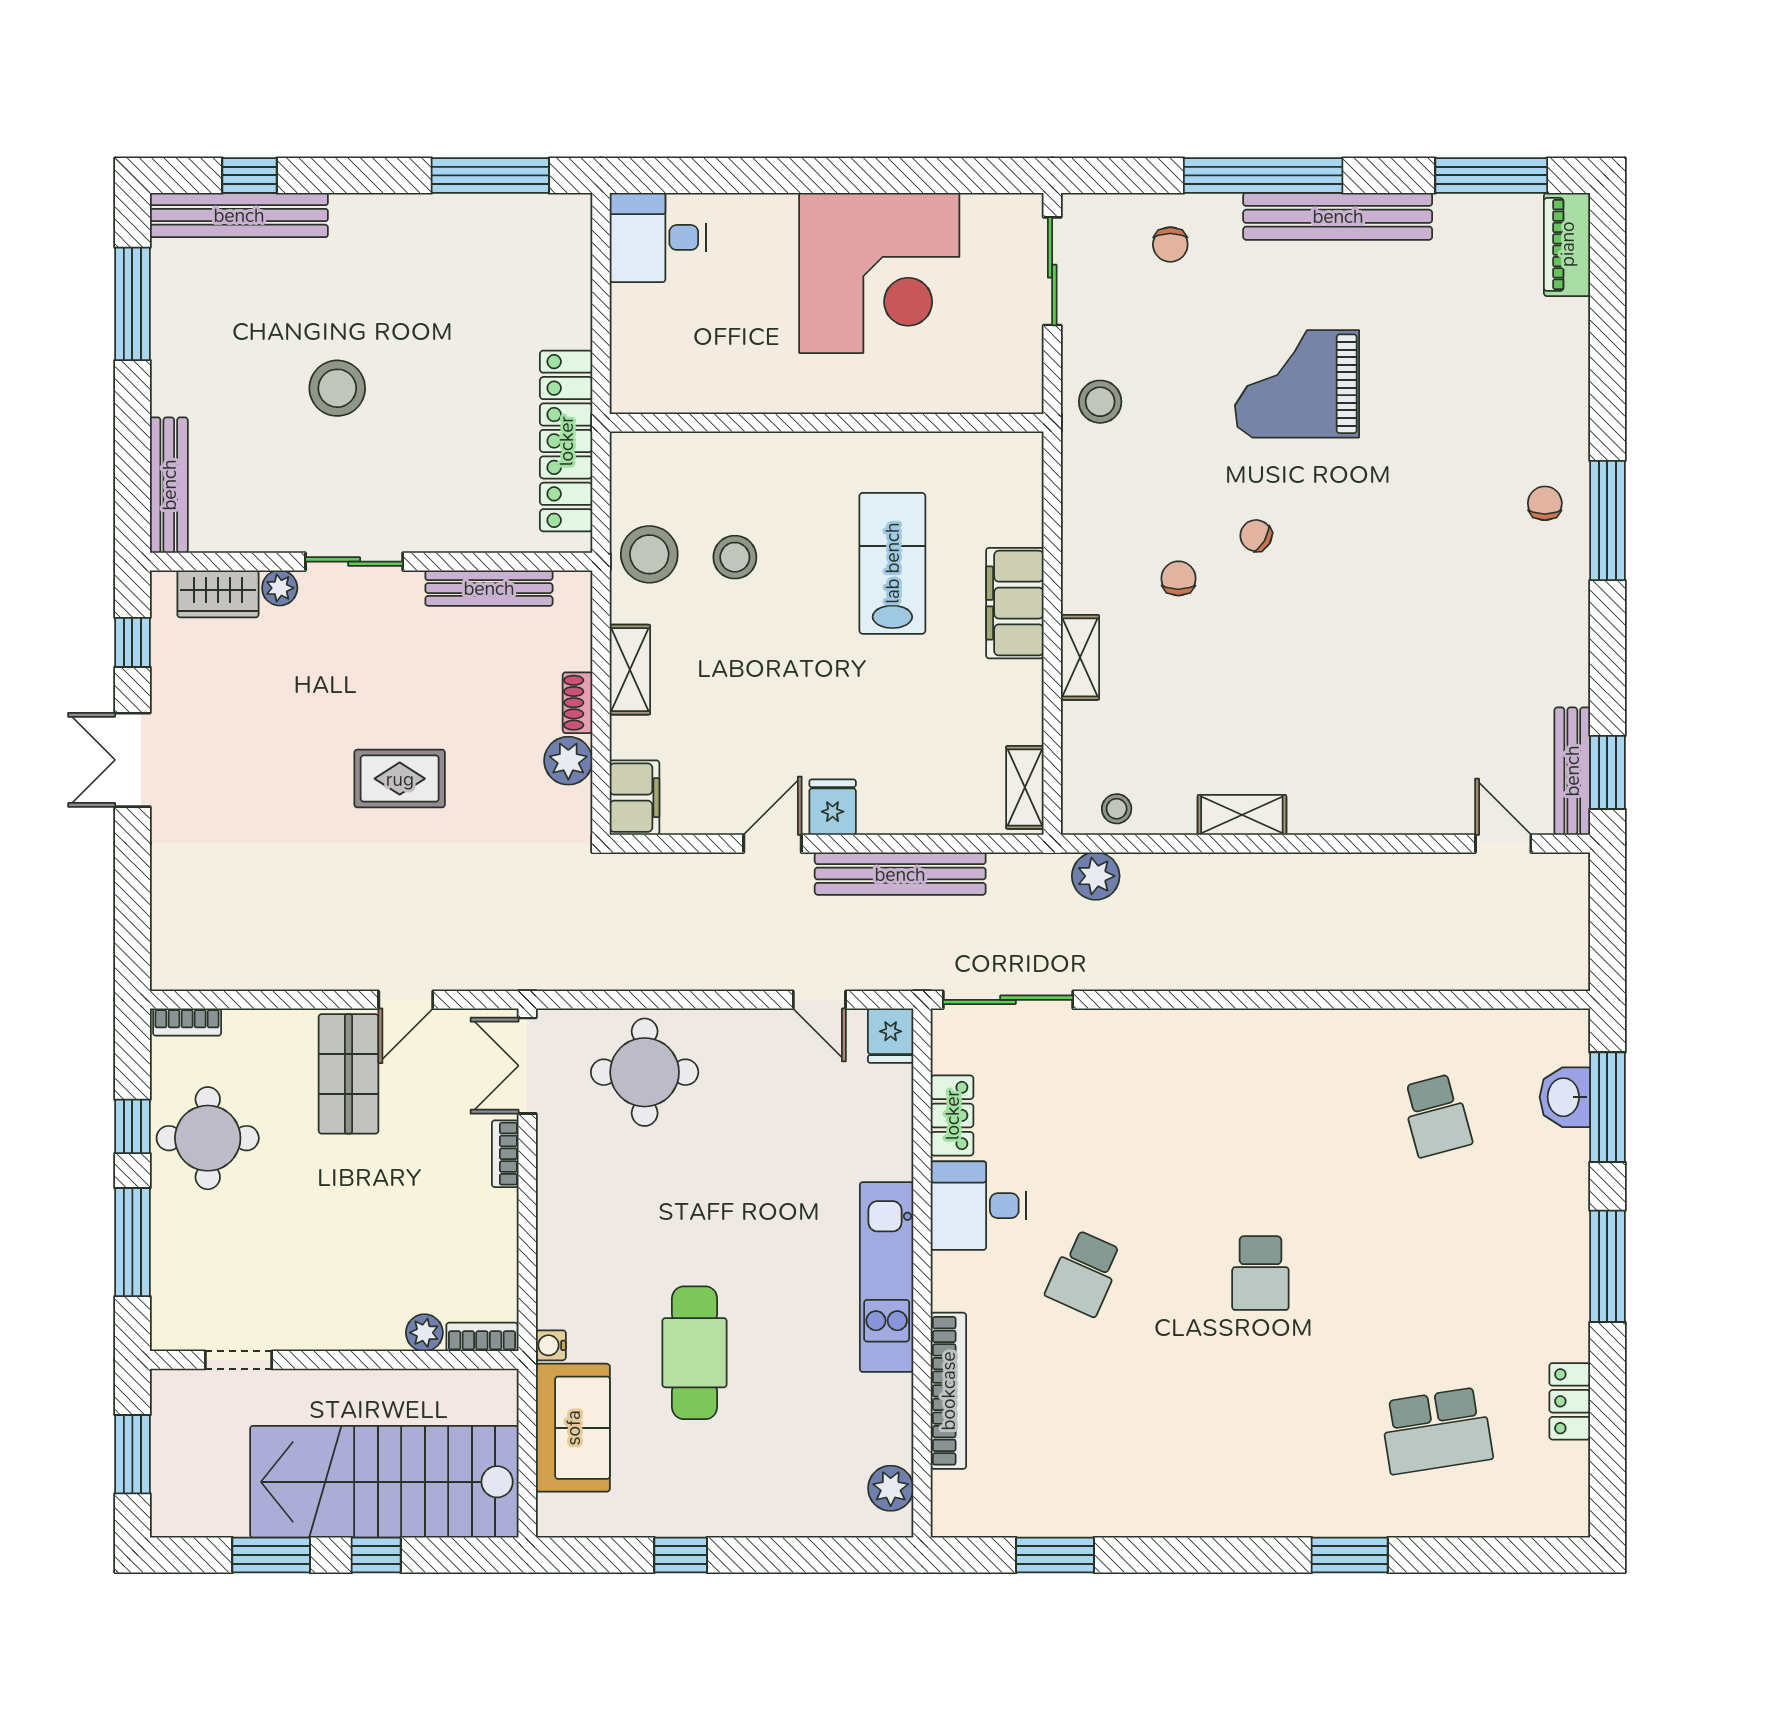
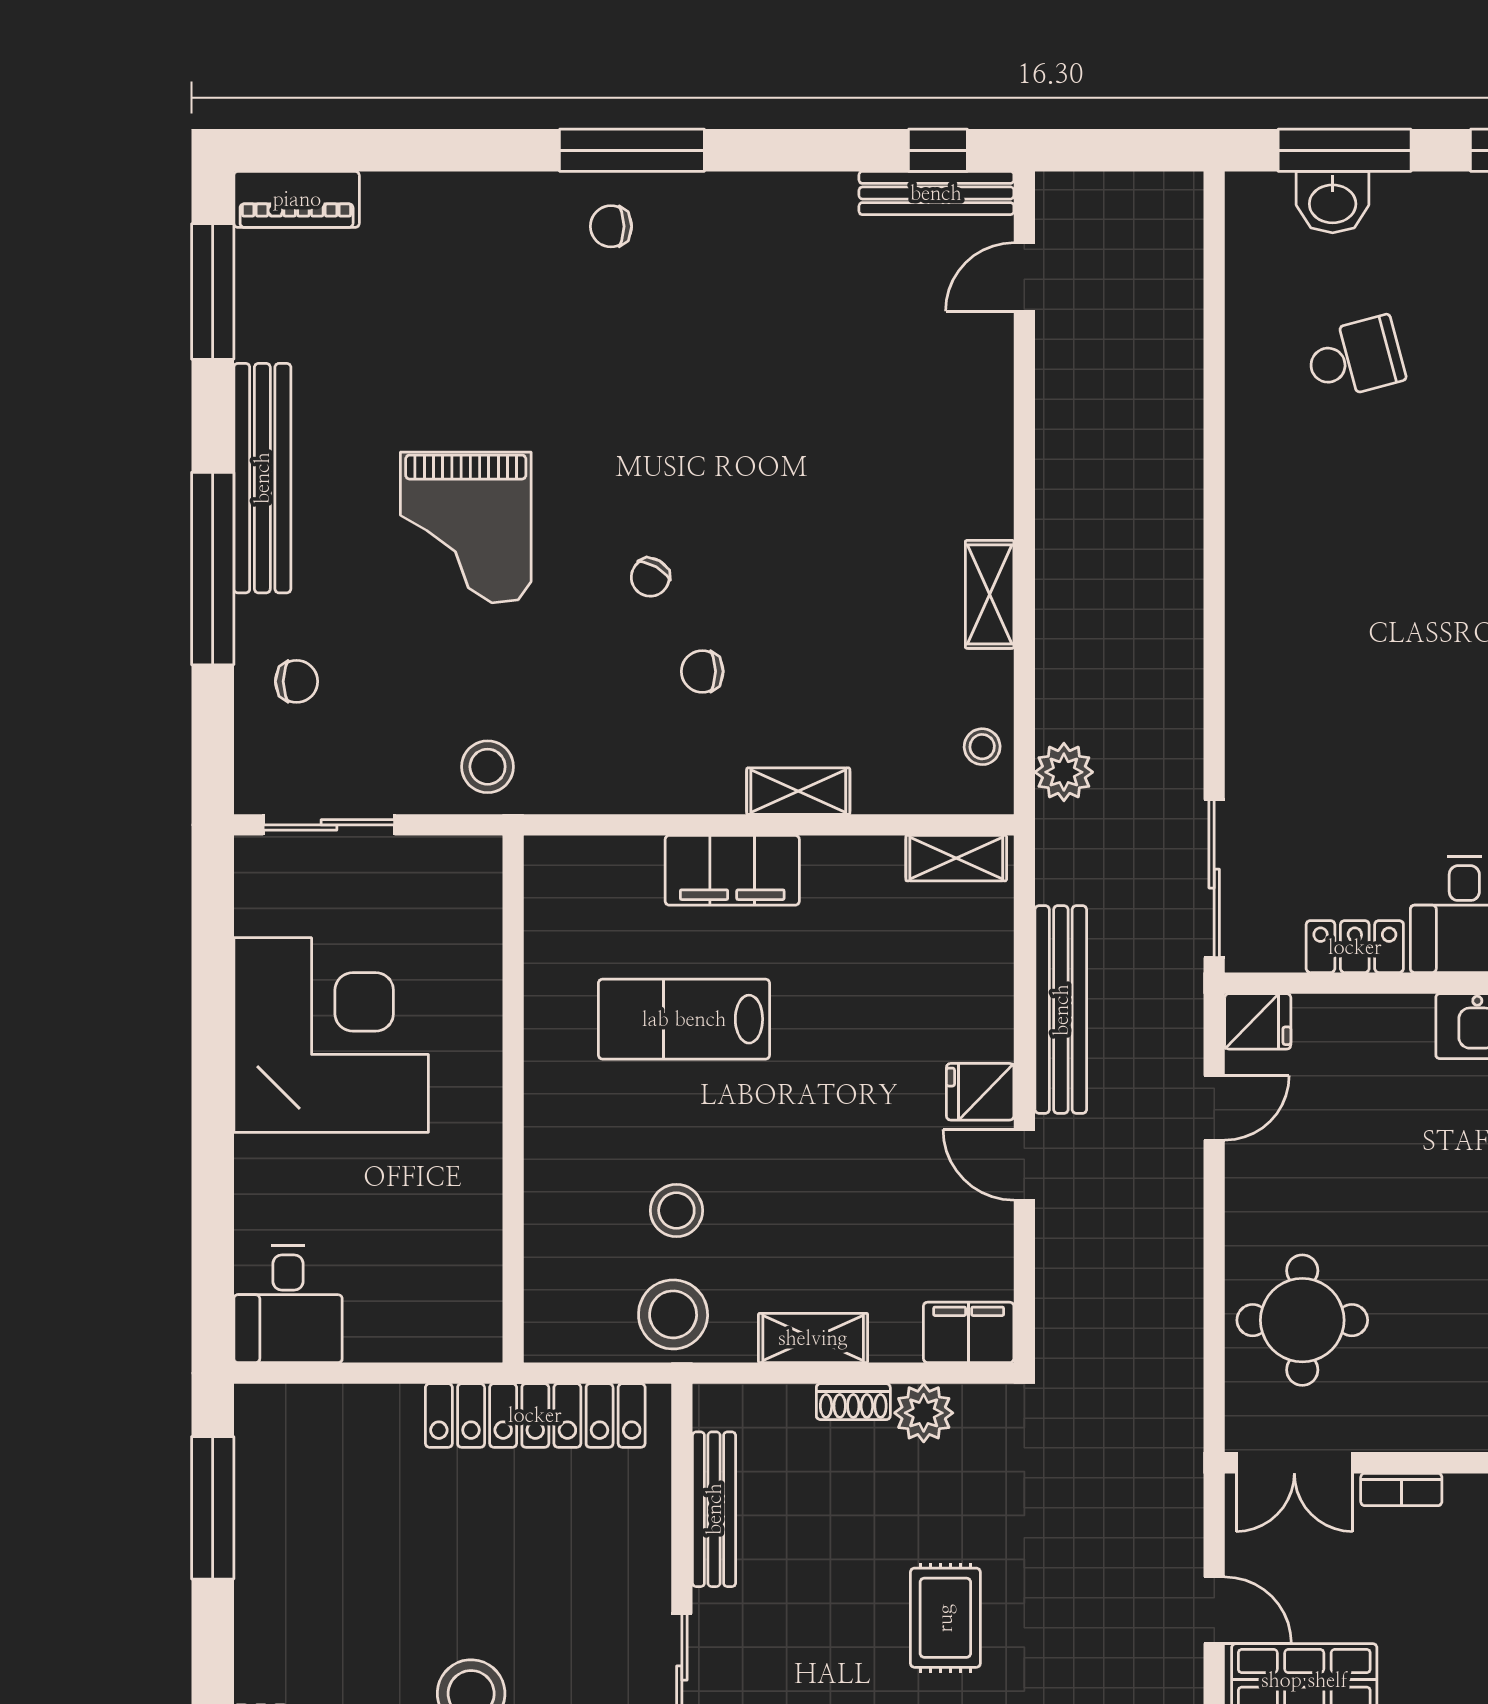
window: (1607, 772) -> (938, 150), width x0.67

